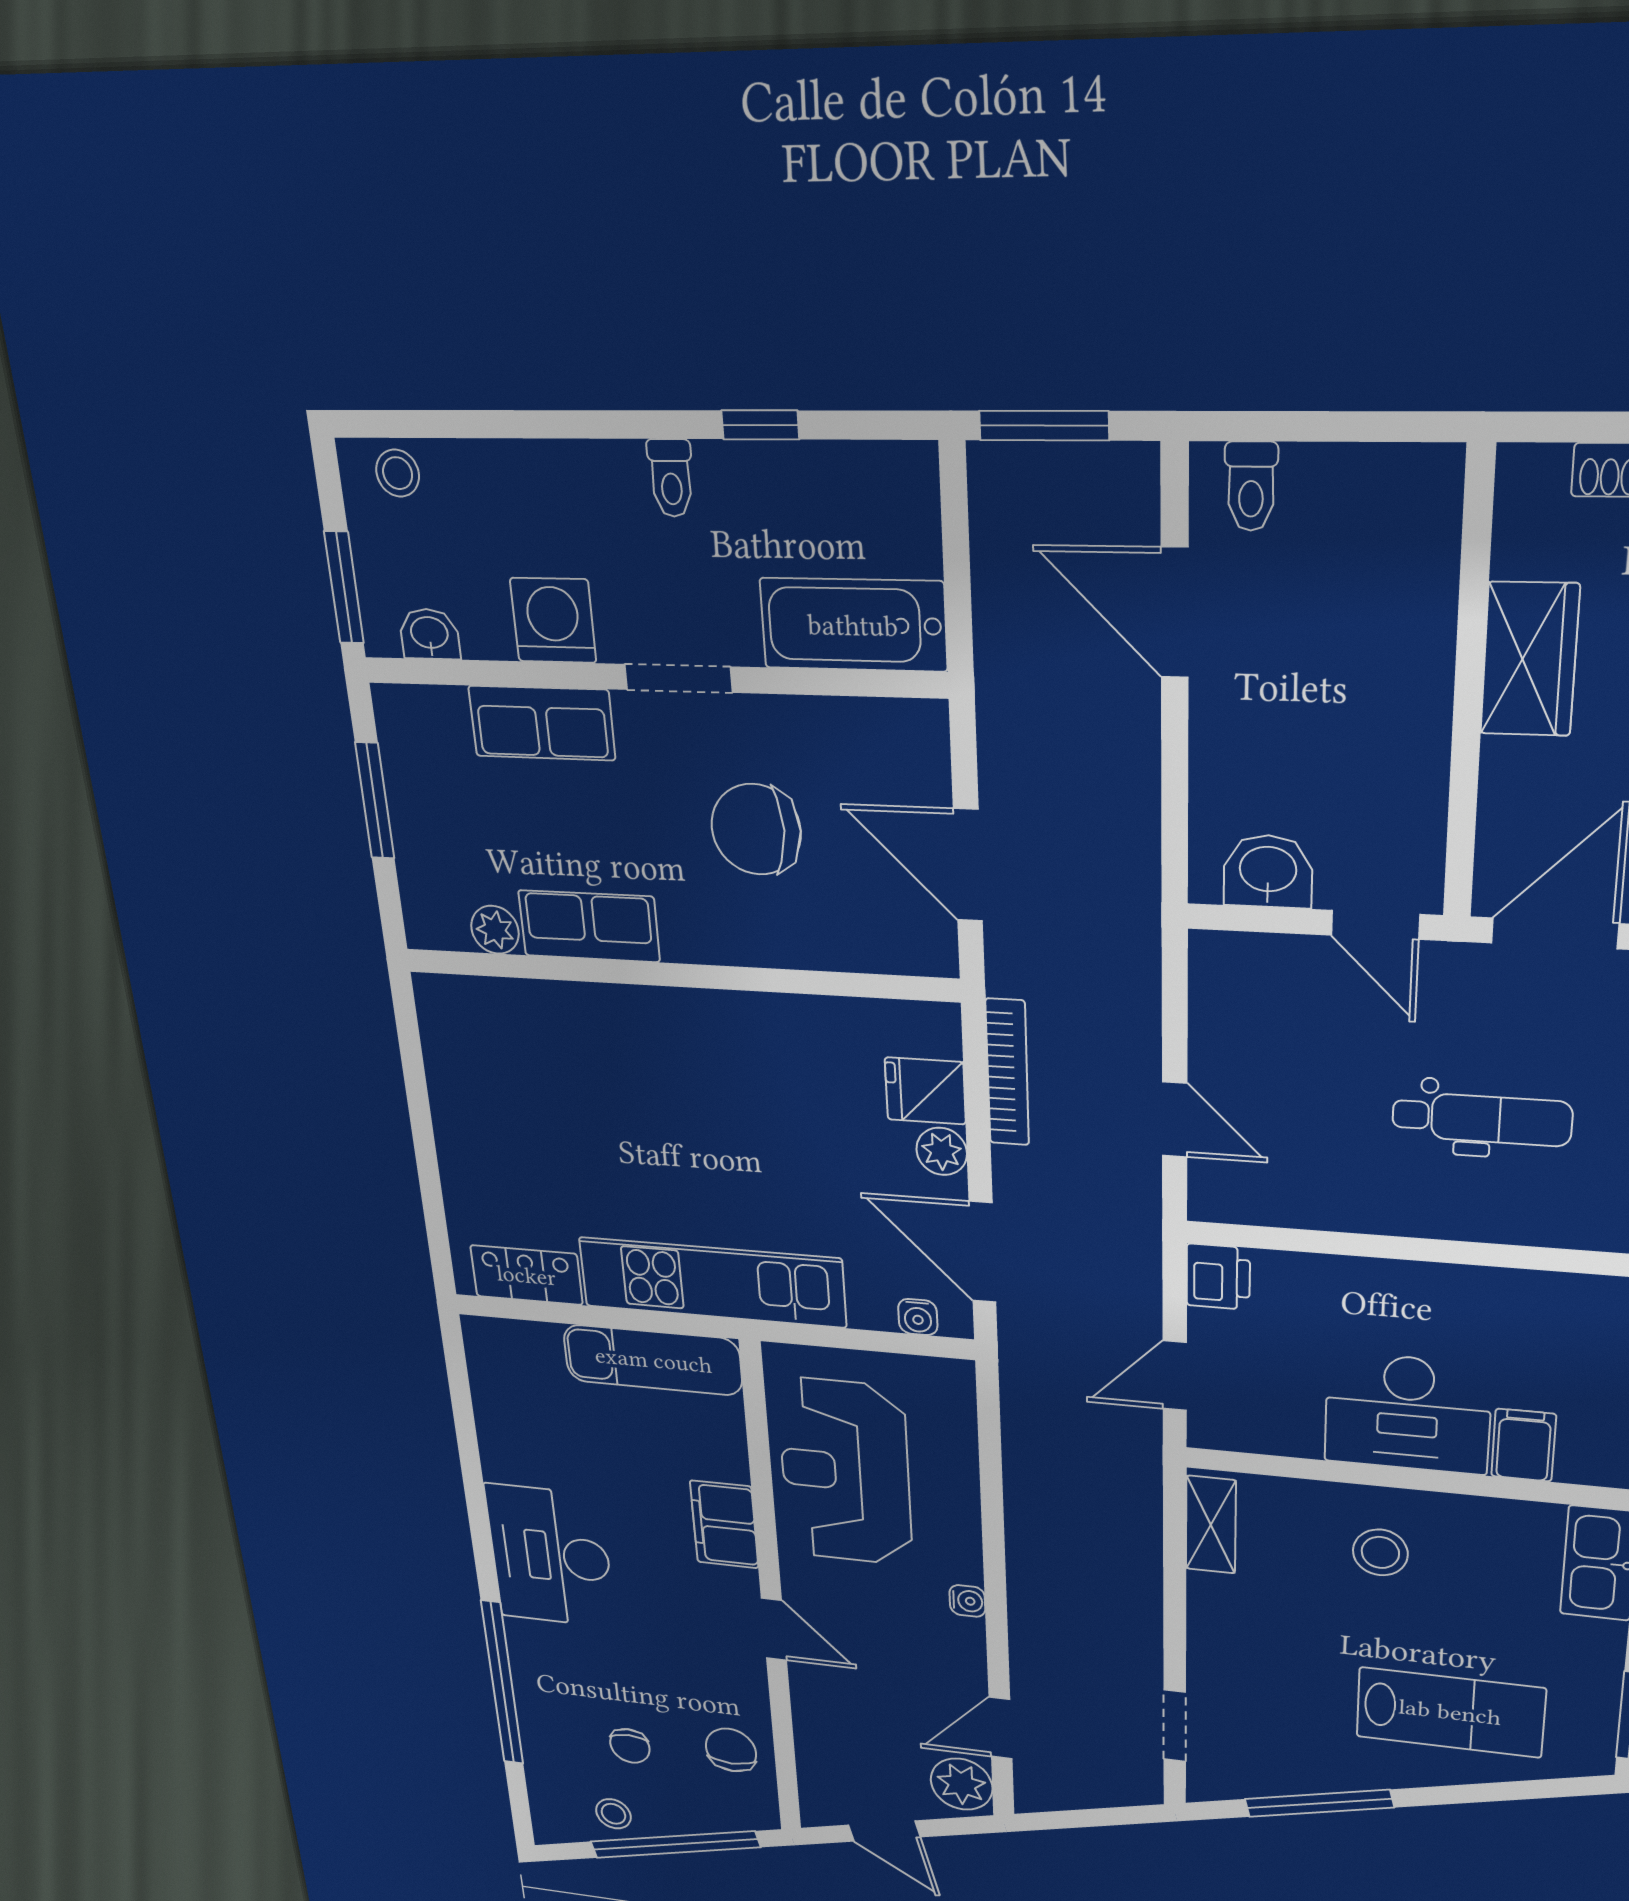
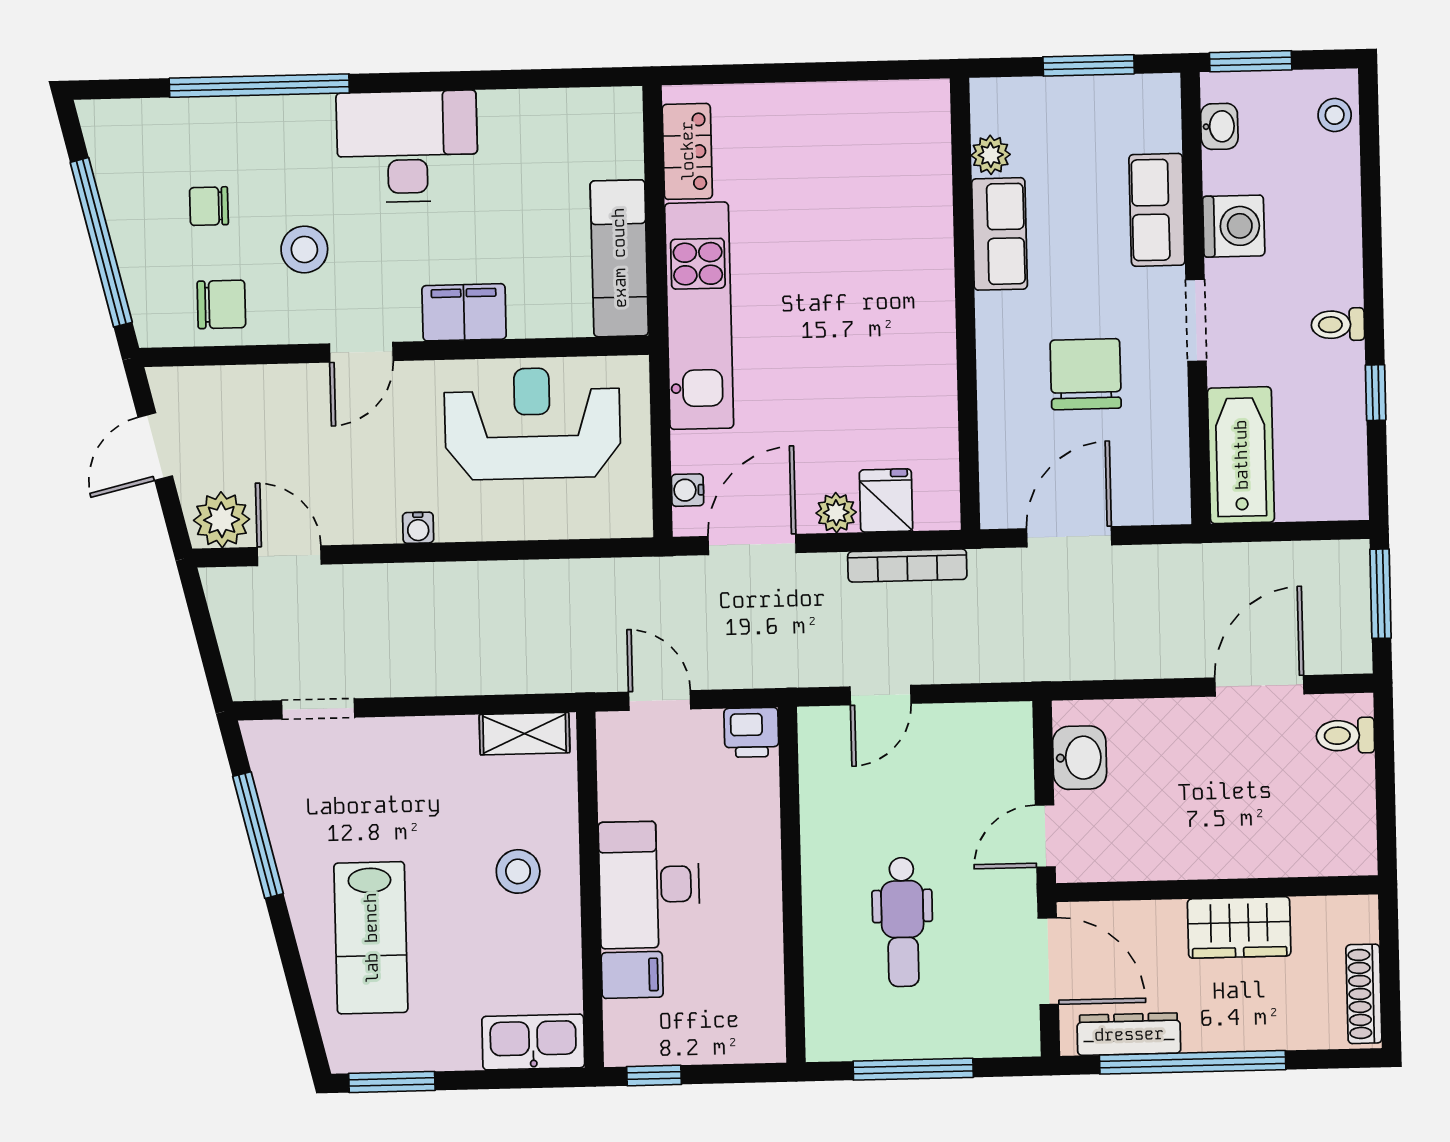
stool: (613, 1814) -> (304, 249), moved, width x1.37, depth x1.37

